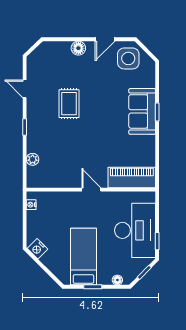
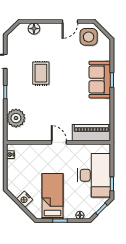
floor lamp: (78, 48) -> (34, 29), moved
plant: (33, 159) -> (16, 118), width x1.87, depth x1.87
nightstand: (37, 249) -> (25, 199), moved

